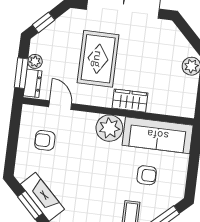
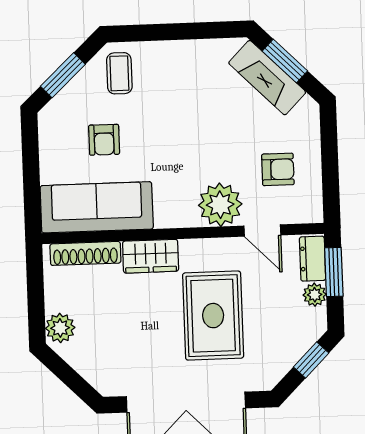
shoe rack: (169, 109) -> (85, 253), added
plant: (109, 128) -> (220, 205), moved
armchair: (147, 175) -> (104, 140), turned -90

